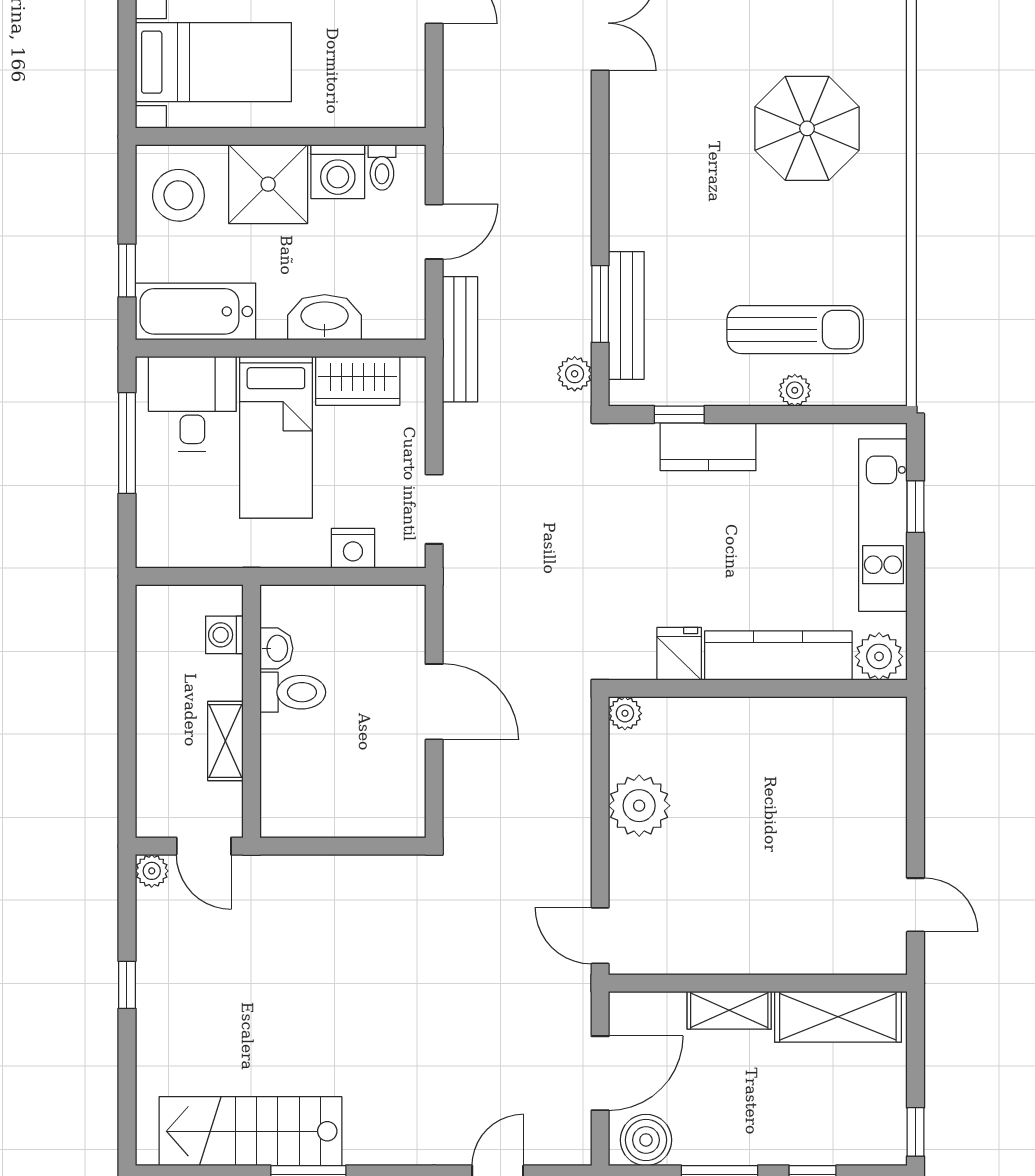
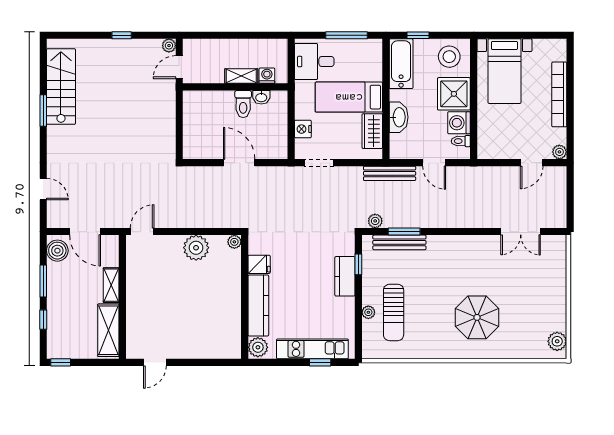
desk: (192, 404) -> (314, 62), moved, turned 180
door: (434, 702) -> (239, 163), swing flipped
shelving: (225, 741) -> (241, 76), moved

